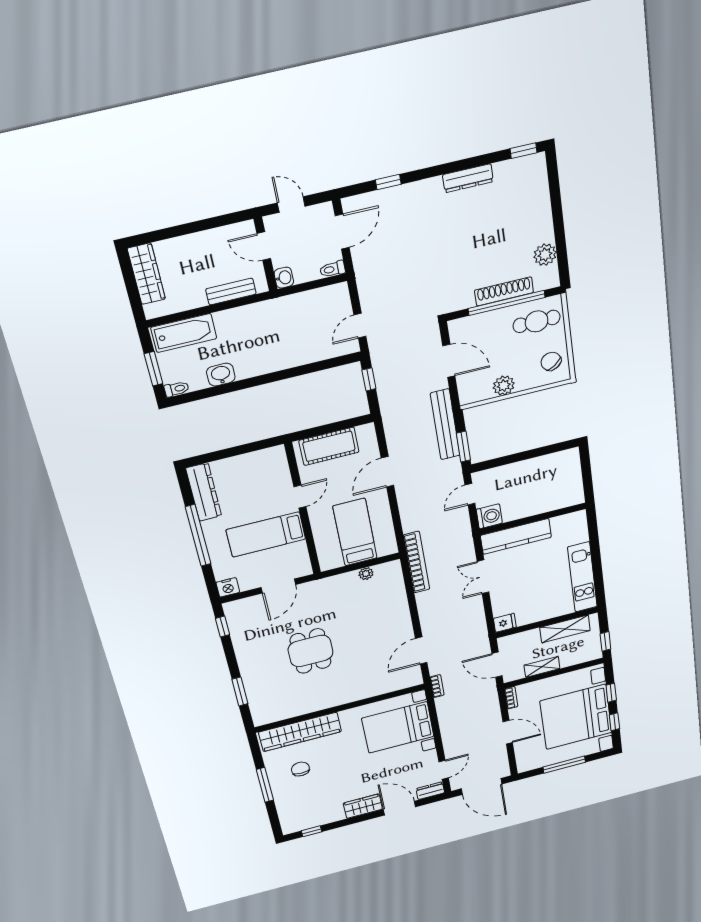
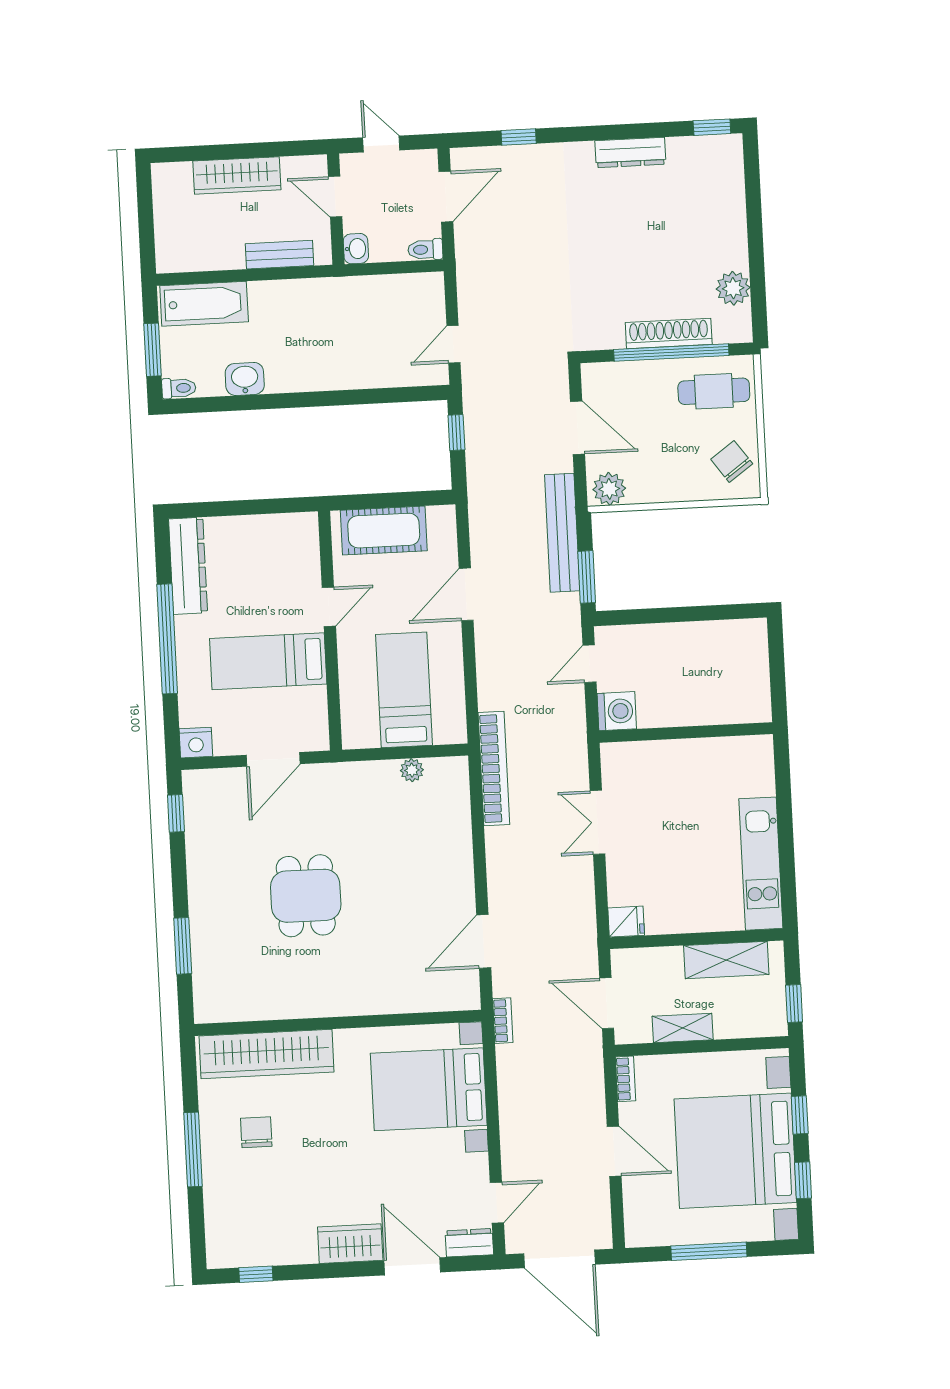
wardrobe: (146, 274) -> (237, 175), moved, turned 90
plant: (504, 386) -> (609, 489), moved
kitchen counter: (516, 536) -> (657, 759), removed

